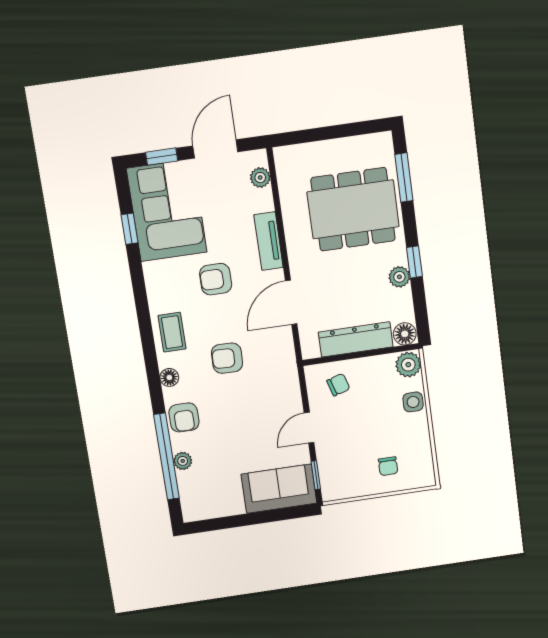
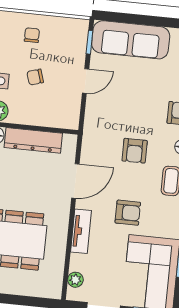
armchair: (227, 358) -> (135, 151), turned 88
chair: (338, 385) -> (35, 77), moved
sofa: (279, 489) -> (131, 40), width x1.36

